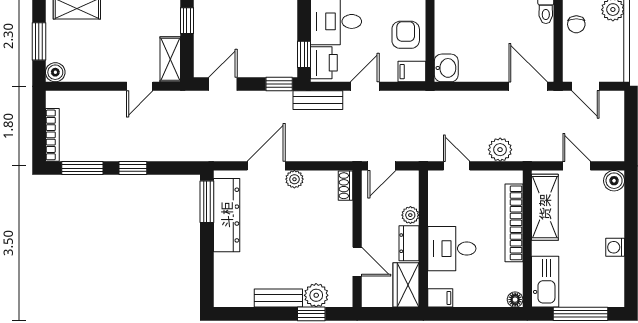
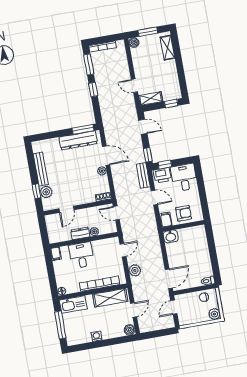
wardrobe: (406, 285) -> (59, 236), removed
bench: (278, 298) -> (41, 169), width x1.36

